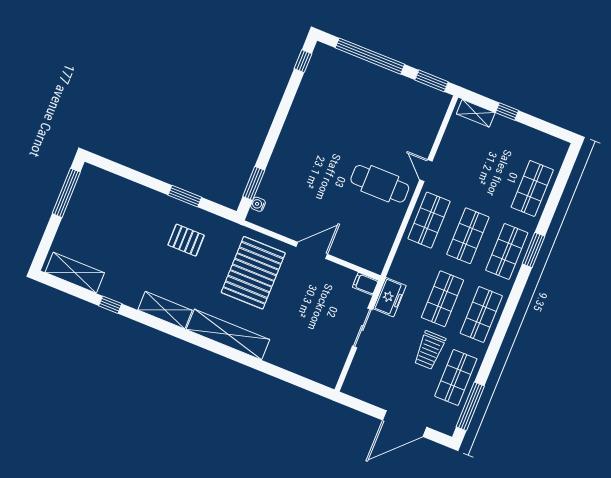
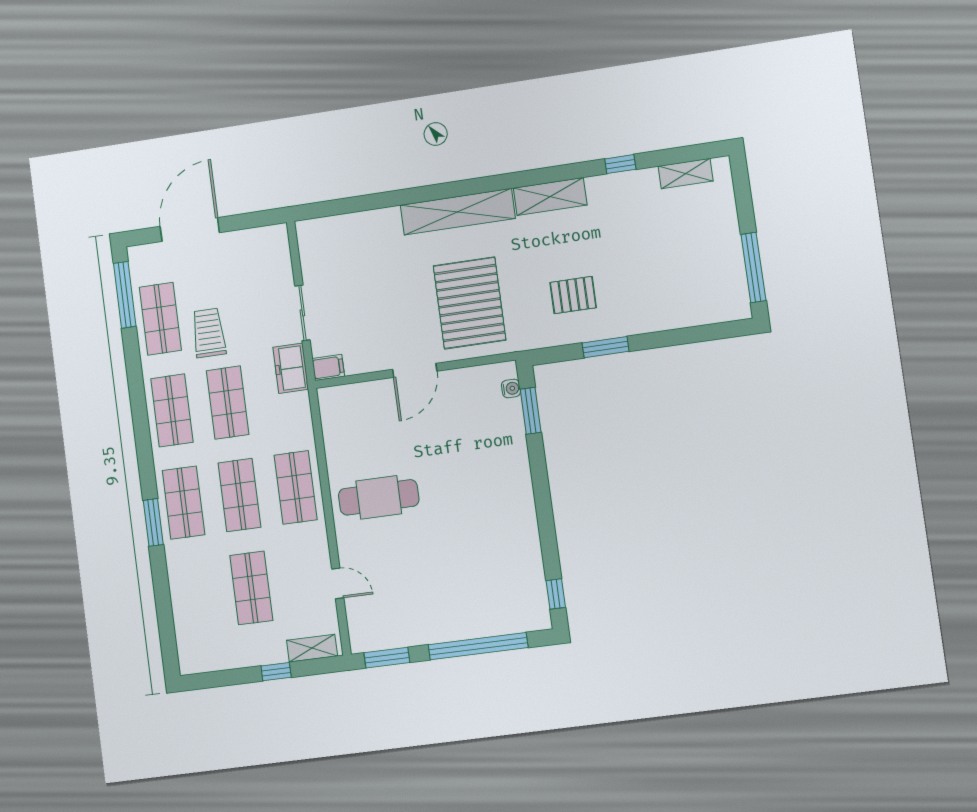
door: (426, 171) -> (338, 583), moved
shop shelf: (532, 188) -> (251, 588), moved
shelving: (75, 273) -> (686, 173), width x0.67, depth x0.75

